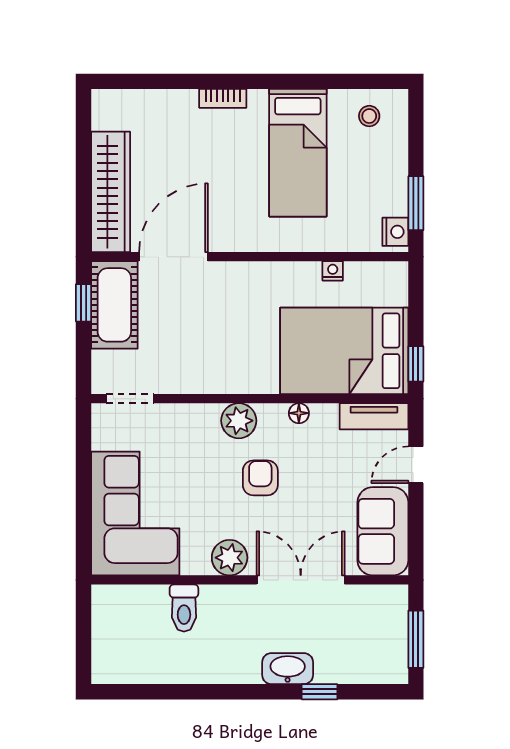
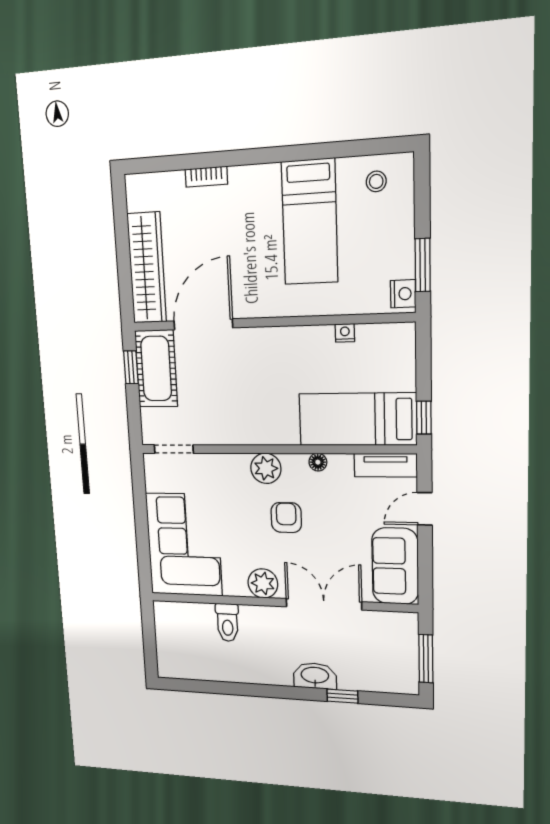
bookcase: (223, 98) -> (206, 177), moved
bed: (344, 351) -> (357, 419), width x0.67

